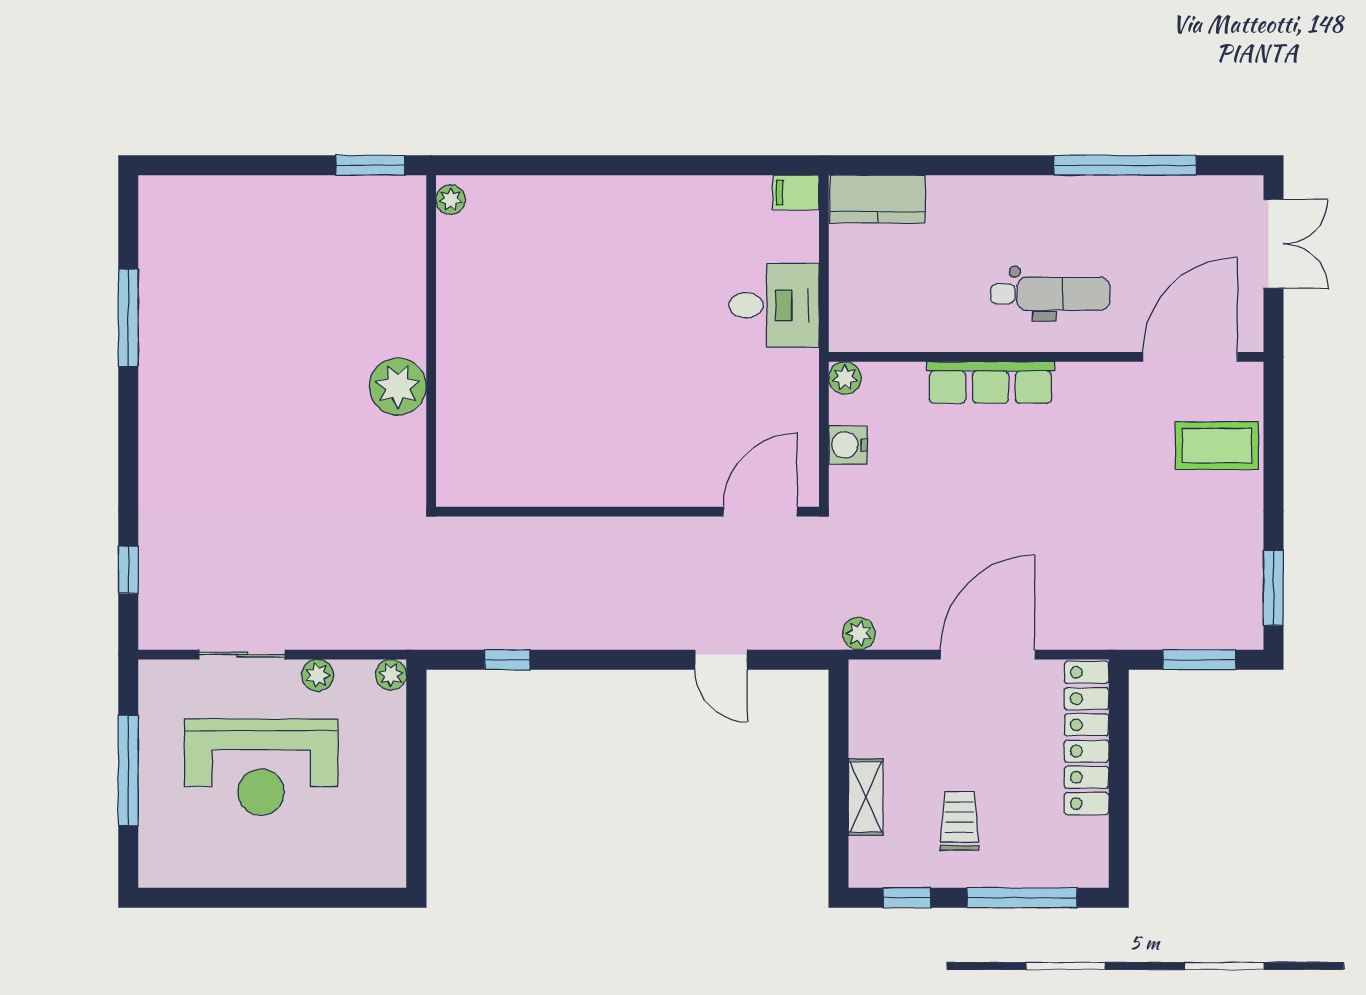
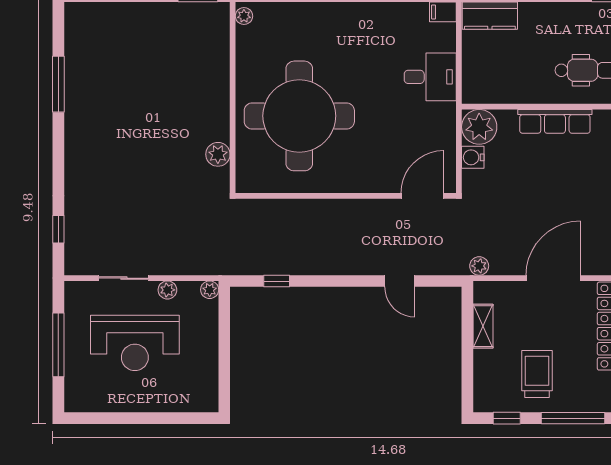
round table: (547, 373) -> (299, 116), added
plant: (845, 378) -> (479, 127), width x1.88, depth x1.88
plant: (398, 387) -> (218, 154), moved, width x0.73, depth x0.73
shelving: (866, 797) -> (483, 326), moved
trolley: (959, 821) -> (537, 374), width x1.36, depth x1.39

